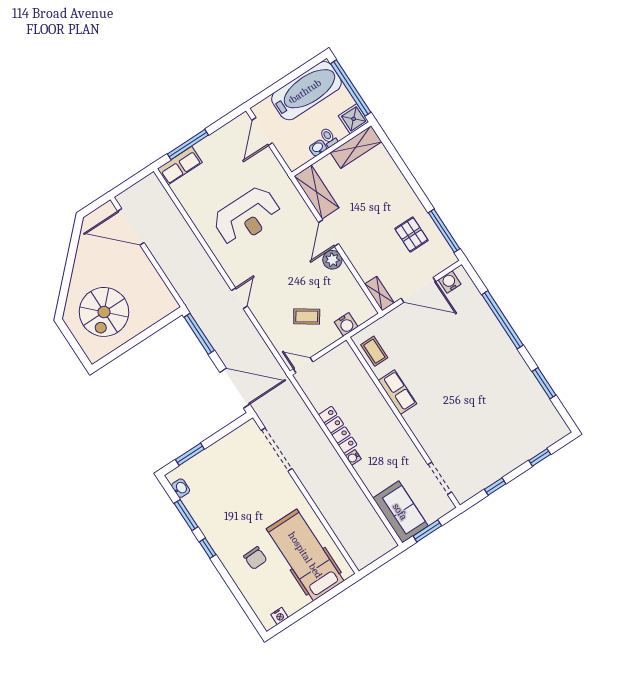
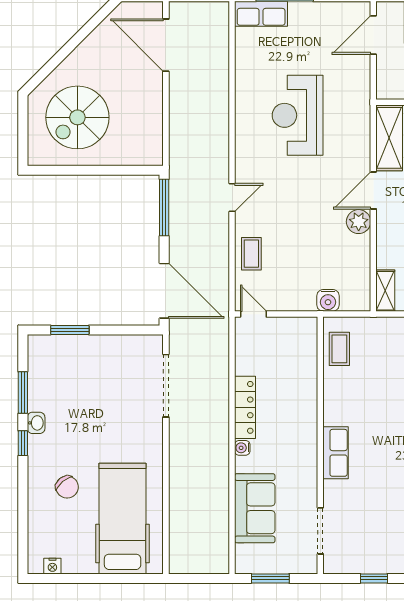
reception desk: (247, 216) -> (298, 115), turned 90
coffee table: (307, 317) -> (251, 254), moved, turned 56
row of seats: (397, 392) -> (336, 453), moved
washbasin: (181, 488) -> (36, 423), moved
sofa: (400, 512) -> (255, 508), moved
chair: (255, 558) -> (67, 487), turned -38

